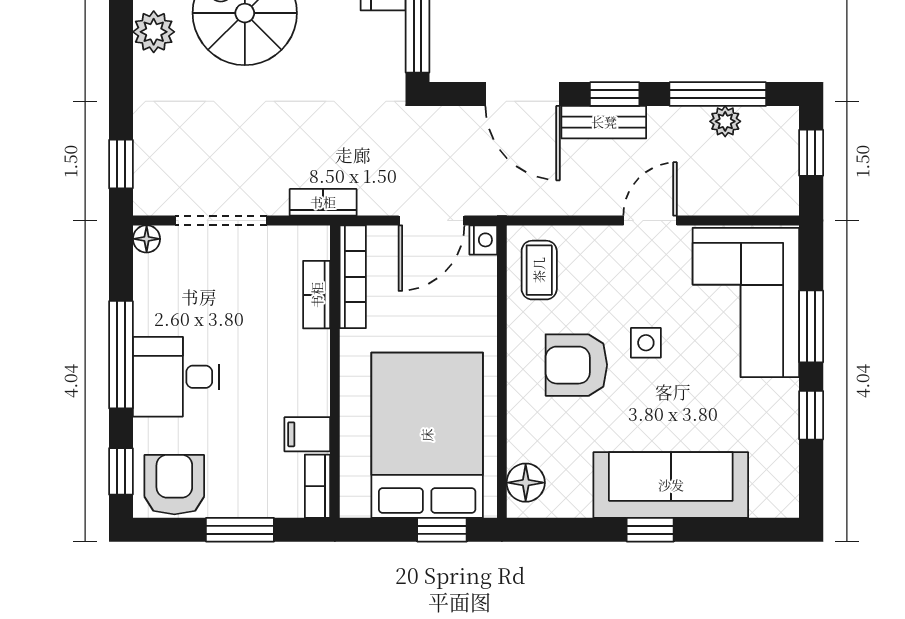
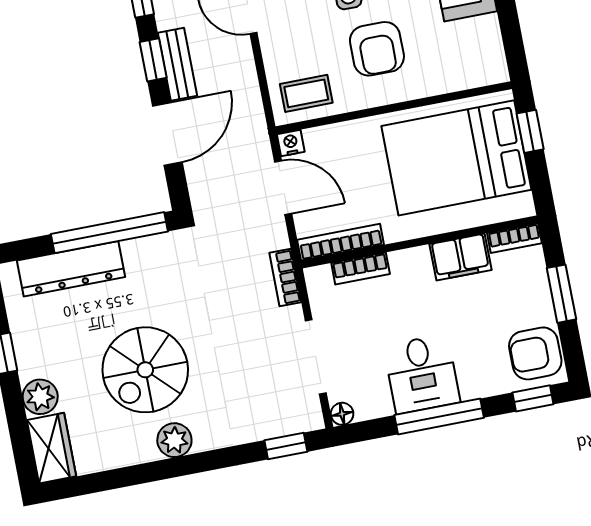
desk: (176, 377) -> (422, 374), moved
filing cabinet: (307, 434) -> (461, 257), width x2.00
floor lamp: (526, 483) -> (479, 71), removed

